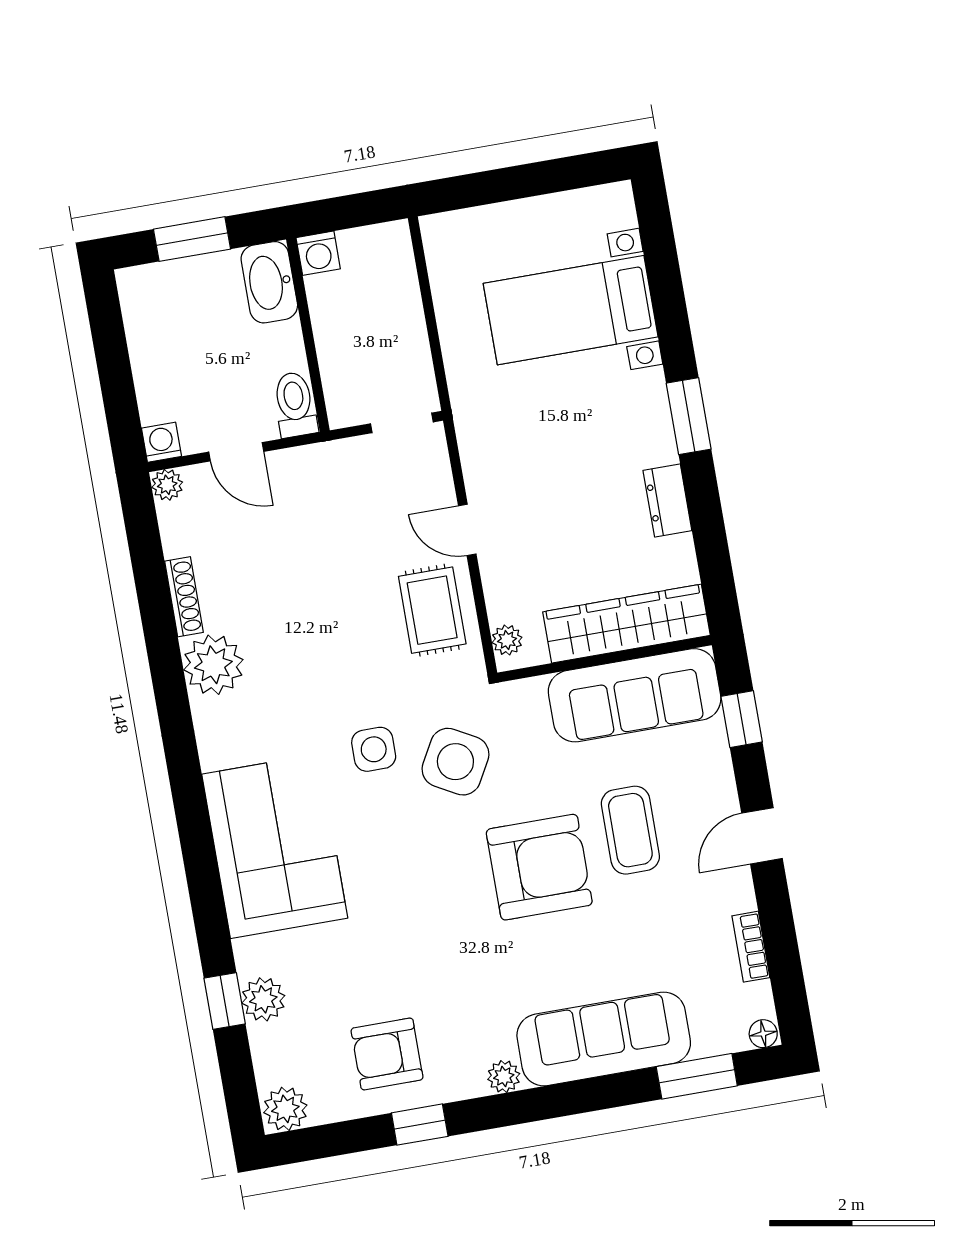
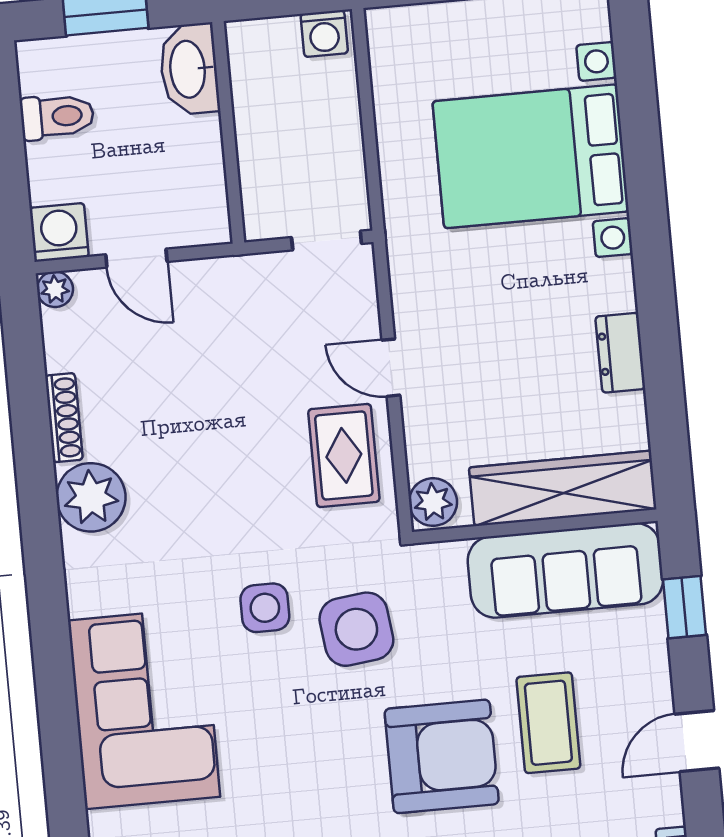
washing machine: (318, 253) -> (324, 34), moved
bed with nightstands: (571, 310) -> (531, 156), width x1.36
toilet: (295, 404) -> (57, 117), moved, turned 90
window: (689, 416) -> (652, 259), removed
washing machine: (161, 442) -> (59, 232), width x1.38, depth x1.38
plant: (507, 640) -> (433, 502), width x1.38, depth x1.38
side table: (455, 762) -> (356, 629), turned -36

